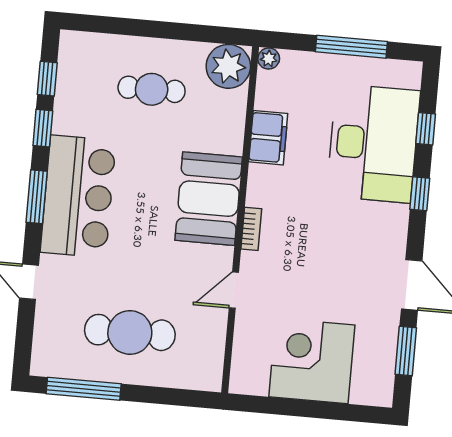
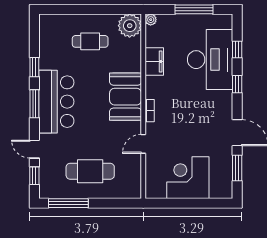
window: (47, 79) -> (34, 176), moved

